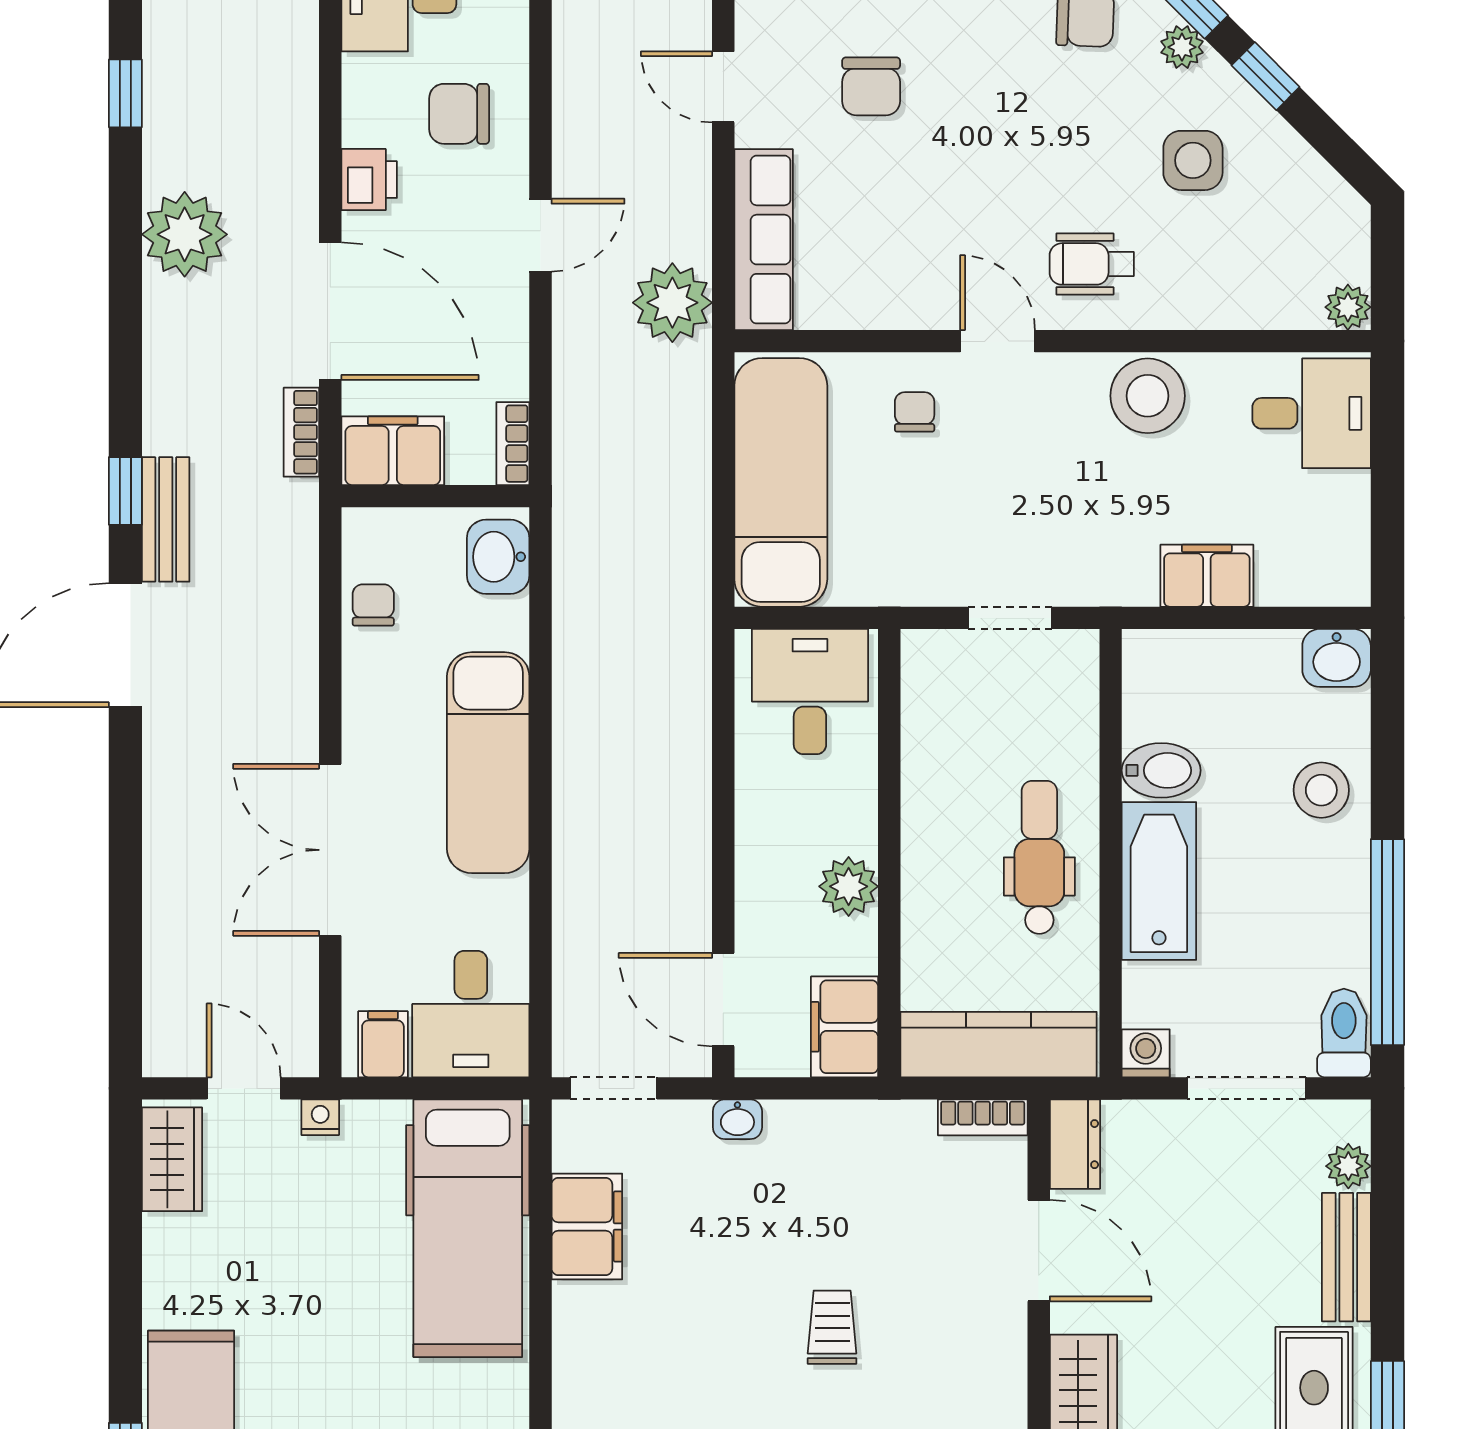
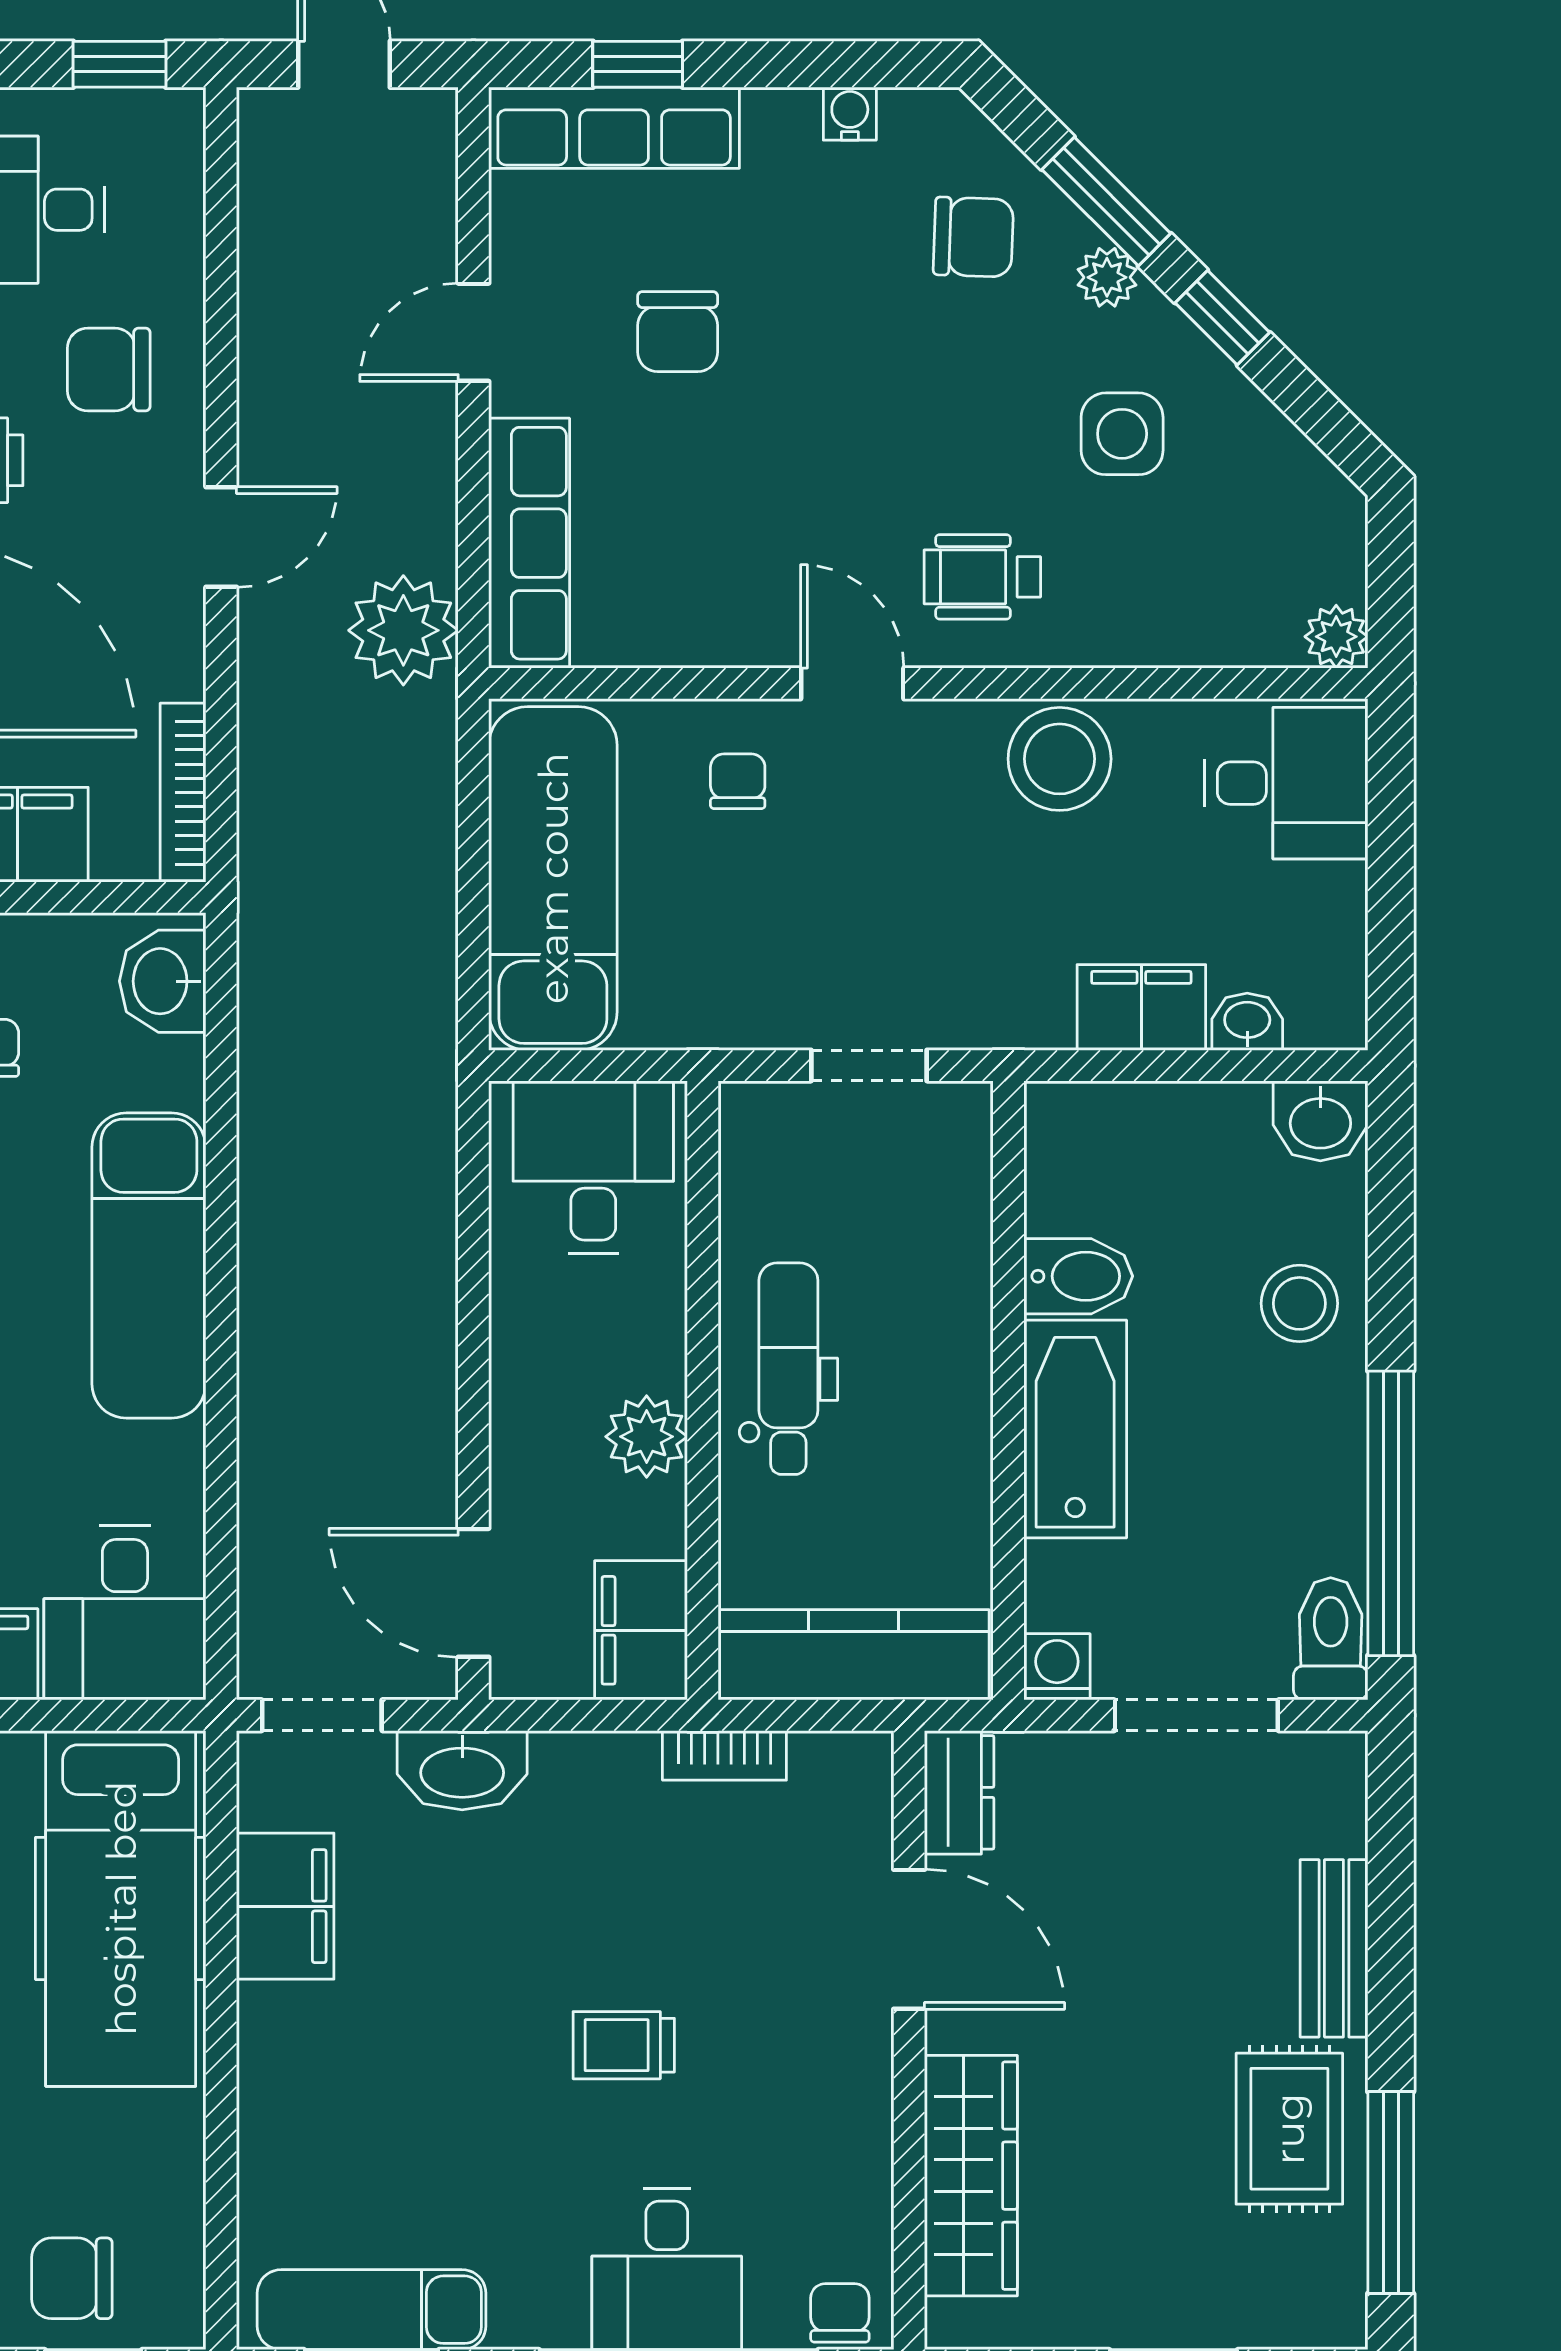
door: (723, 87) -> (473, 332), hinge flipped
bookcase: (513, 444) -> (183, 793), width x1.56
washbasin: (1283, 586) -> (1247, 1022), added
dental chair: (1039, 857) -> (788, 1369), moved
bookcase: (983, 1117) -> (724, 1755), moved
washbasin: (737, 1119) -> (462, 1770), width x1.91, depth x1.45
plant: (1348, 1166) -> (1337, 1823), removed
trolley: (832, 1327) -> (624, 2045), turned -90

